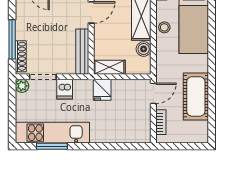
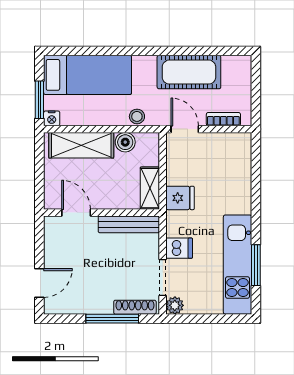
stool: (164, 27) -> (137, 116), moved

